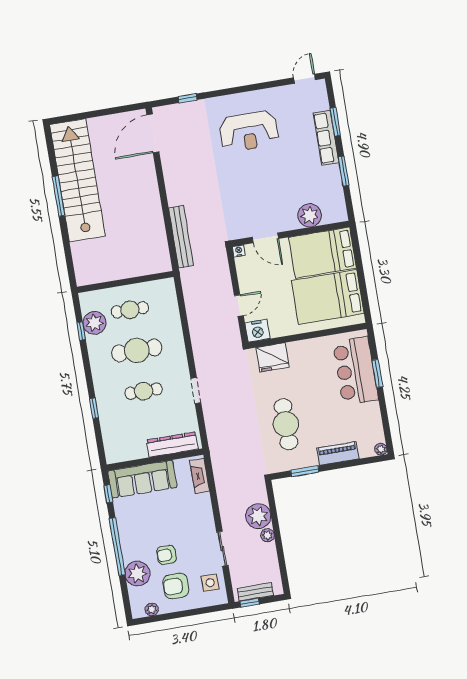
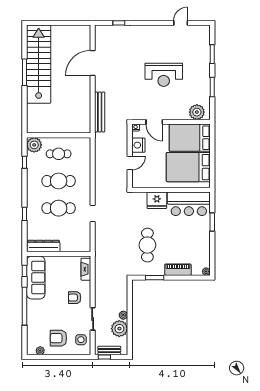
door: (305, 79) -> (181, 23), moved
reception desk: (249, 131) -> (164, 75), moved
door: (153, 133) -> (93, 63), moved
row of seats: (326, 138) -> (204, 64), removed
plant: (310, 215) -> (197, 112), moved
plant: (95, 323) -> (34, 145), moved
nightstand: (258, 331) -> (138, 145), moved, turned 90
fridge: (272, 357) -> (157, 200), moved
bar counter: (355, 371) -> (189, 204), moved, turned -90
cafe table: (144, 391) -> (59, 208), width x1.37, depth x1.35
dresser: (172, 445) -> (44, 246), moved
sofa: (142, 479) -> (36, 278), moved, turned -90
plant: (258, 516) -> (119, 329), moved
armchair: (167, 555) -> (75, 298), moved
plant: (137, 574) -> (35, 326), removed

